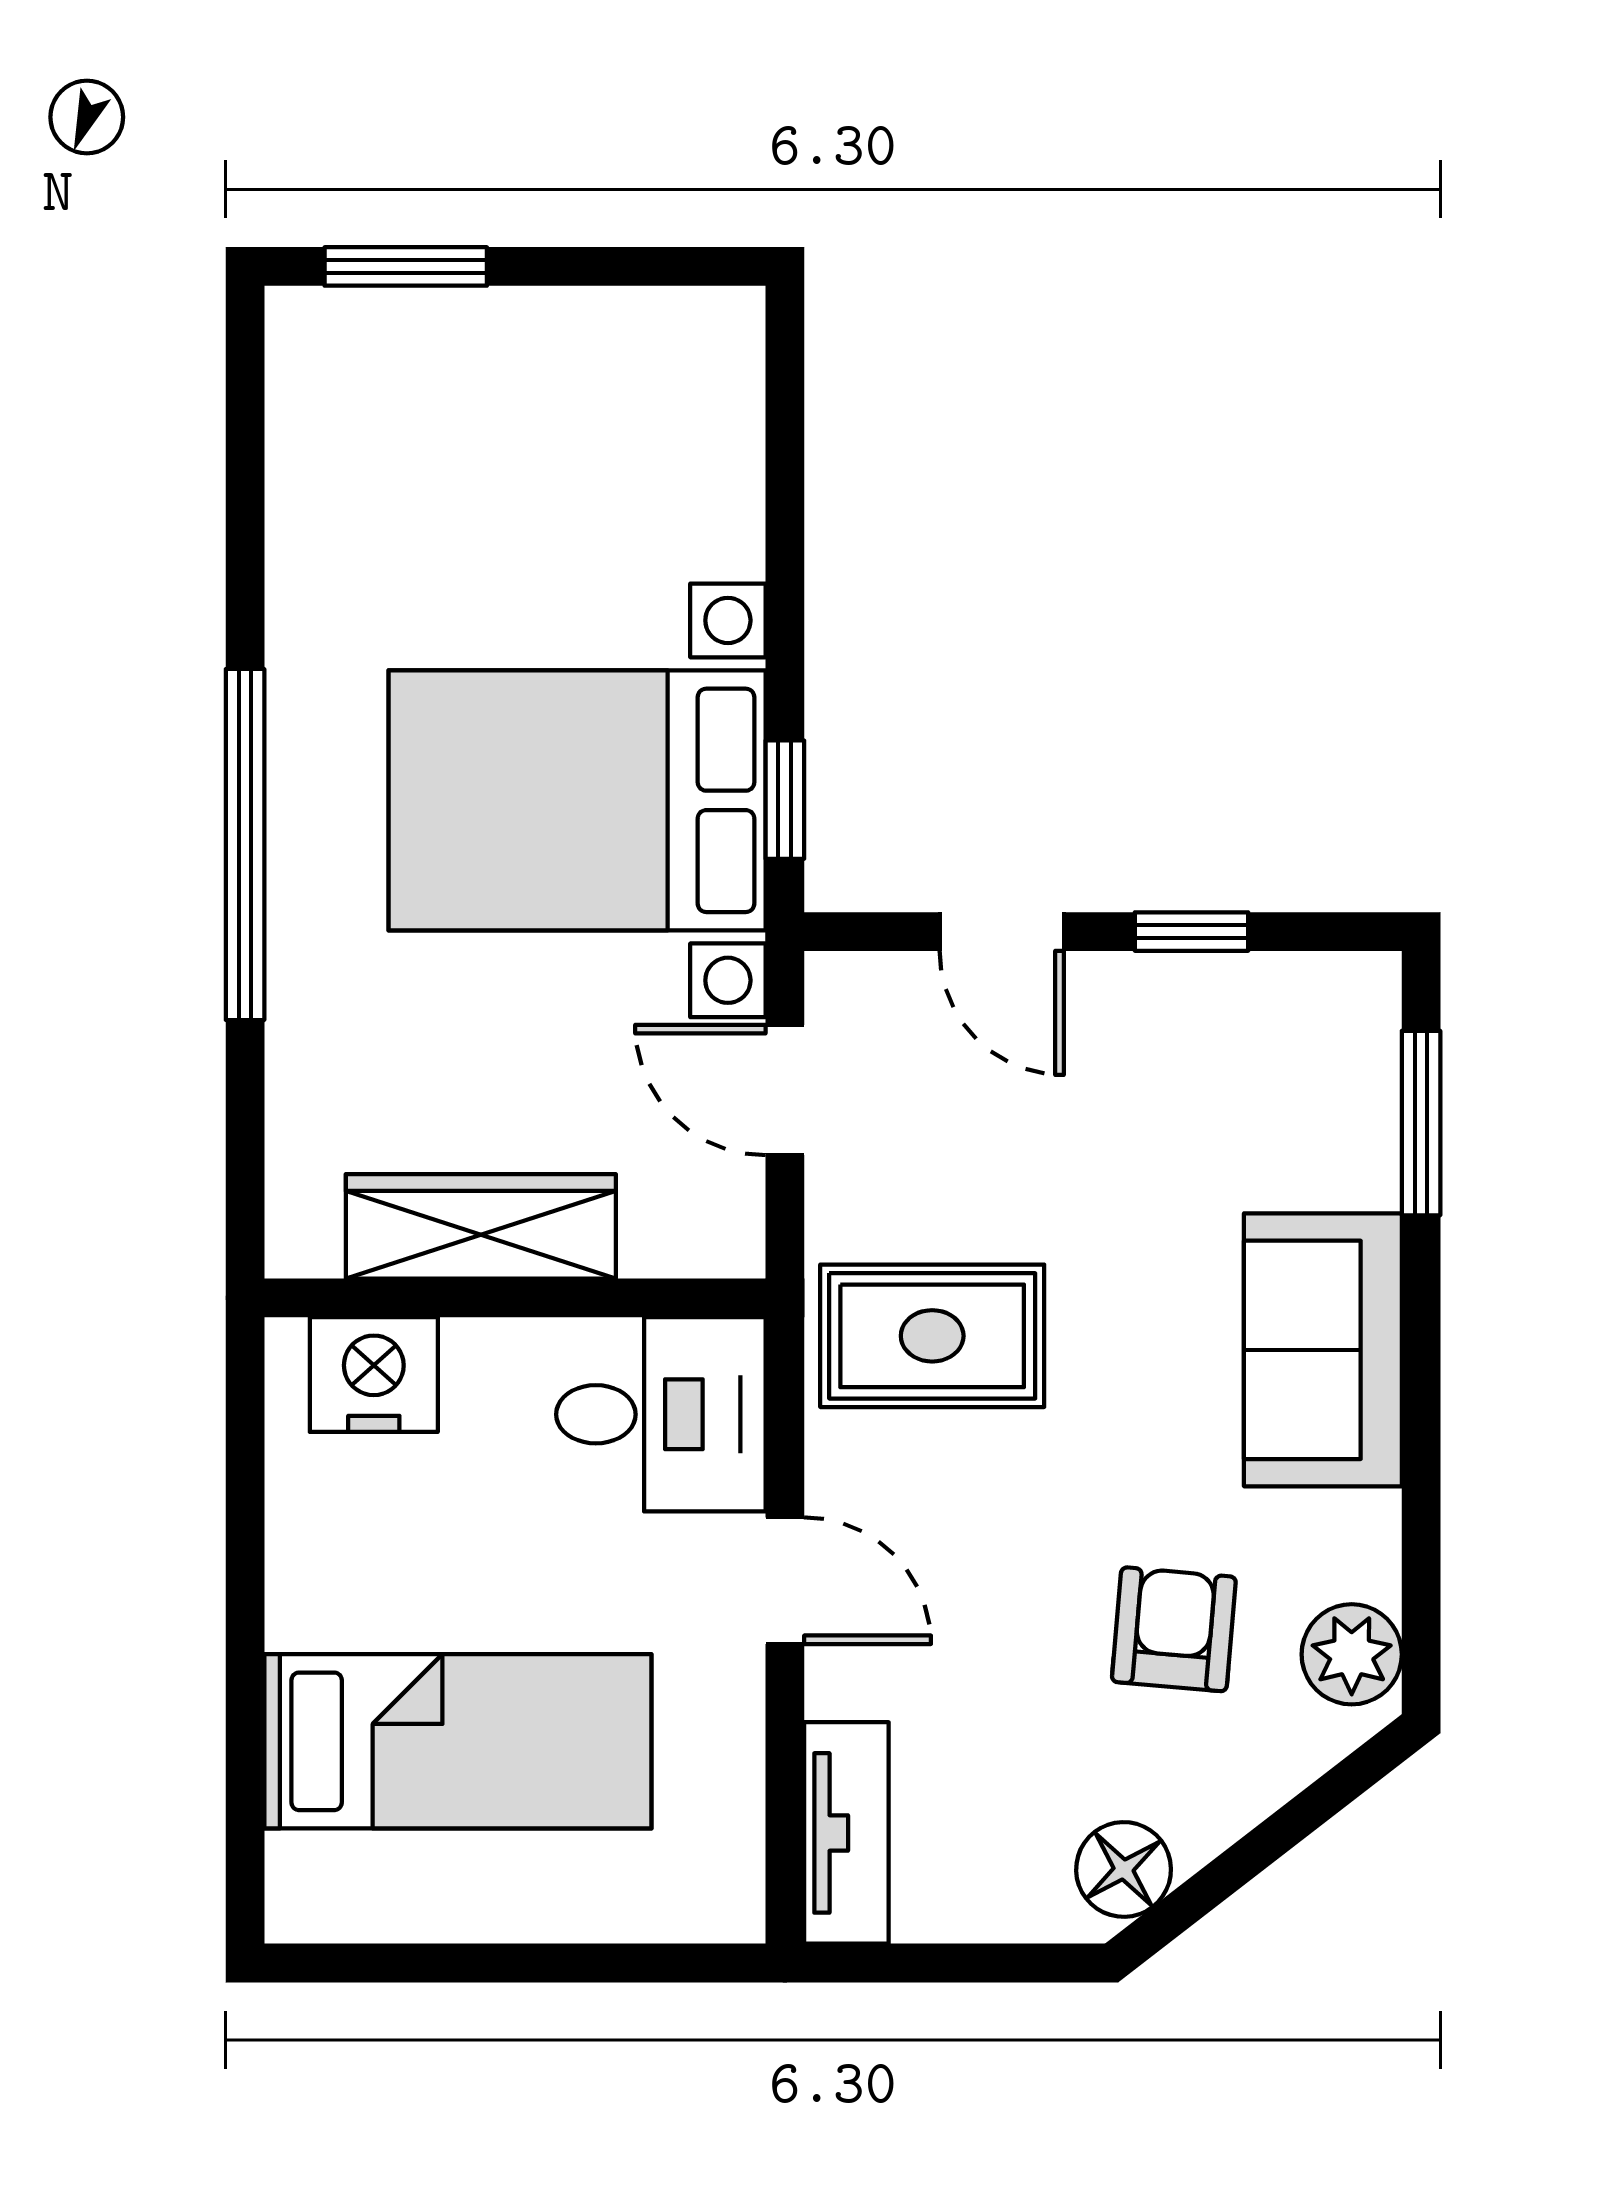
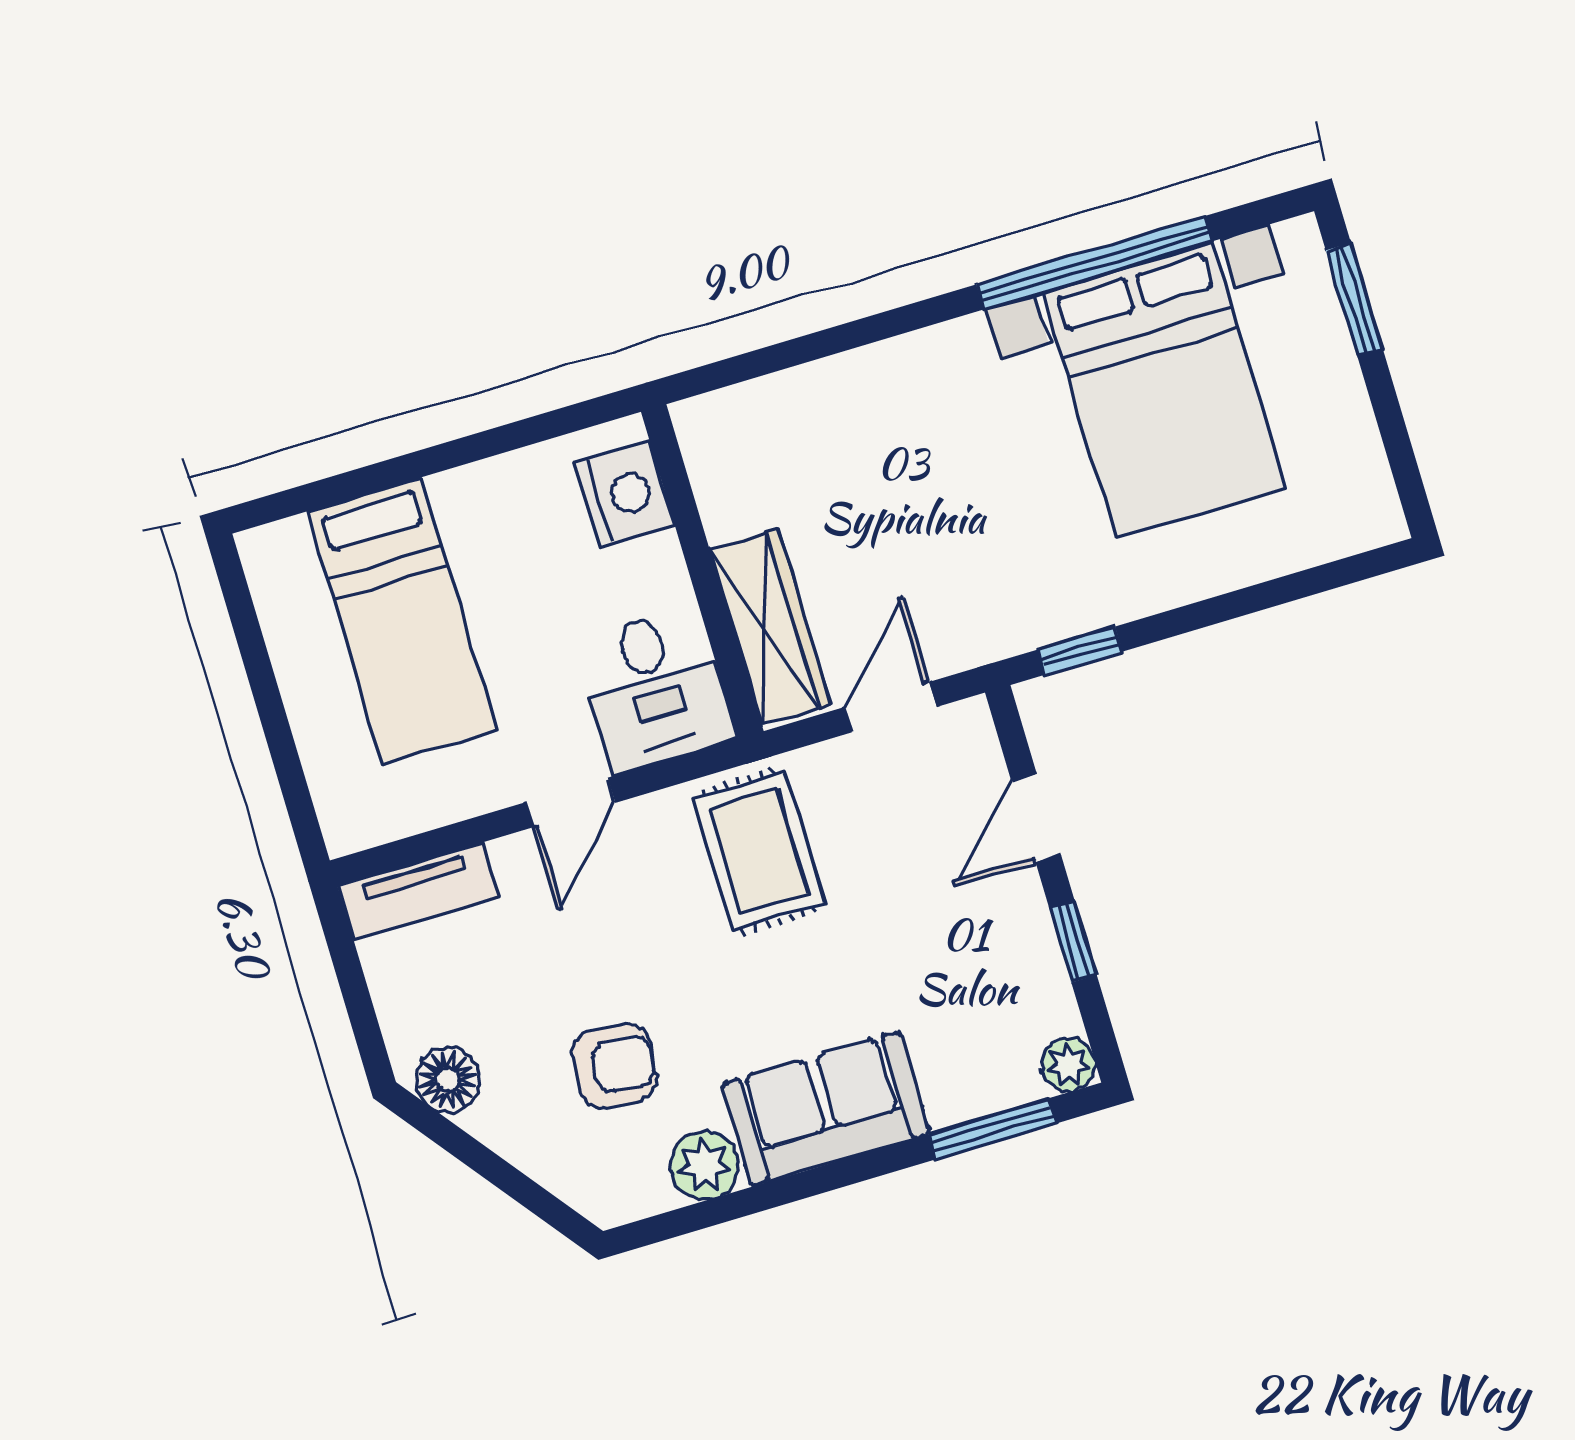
bed with nightstands: (577, 800) -> (1164, 390), moved, turned 180
window: (245, 845) -> (1095, 263), moved
plant: (1363, 990) -> (1068, 1065), added
wardrobe: (481, 1226) -> (770, 627), moved
plant: (1352, 1654) -> (704, 1165), moved

